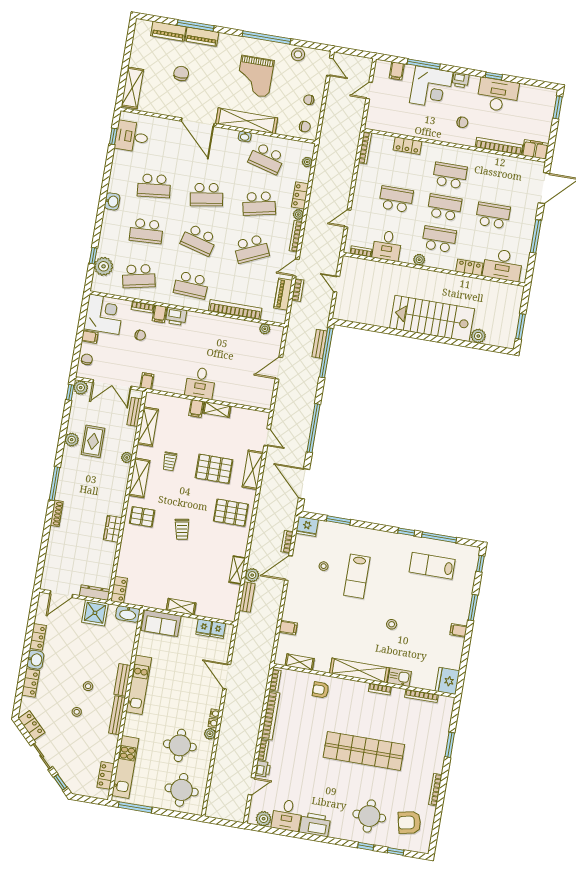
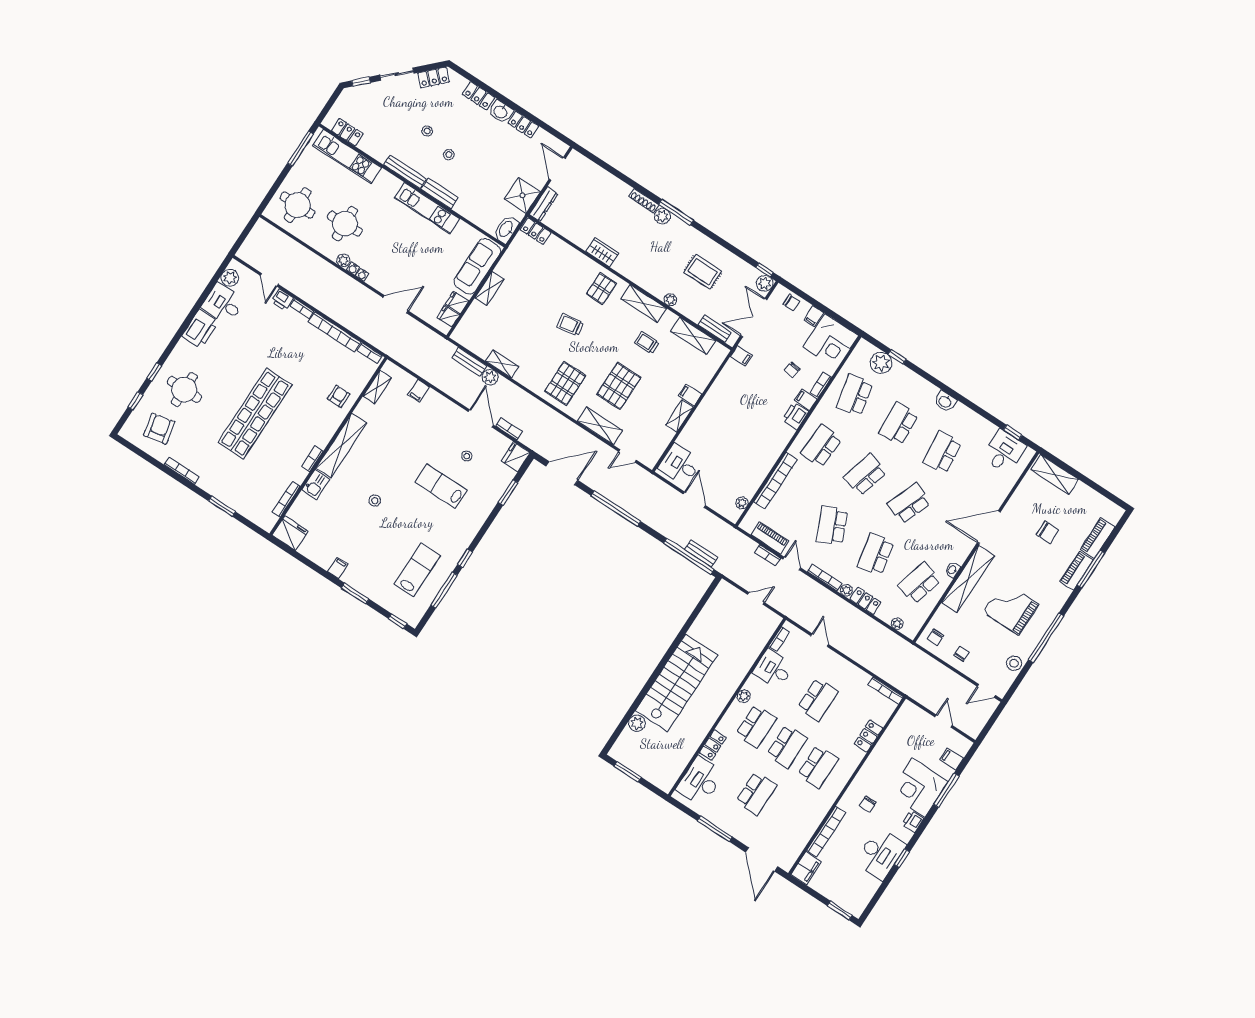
school desk: (206, 195) -> (909, 503), turned 30
desk: (200, 383) -> (680, 464), moved
plant: (72, 440) -> (662, 216), moved
sofa: (161, 623) -> (477, 266), width x1.36

